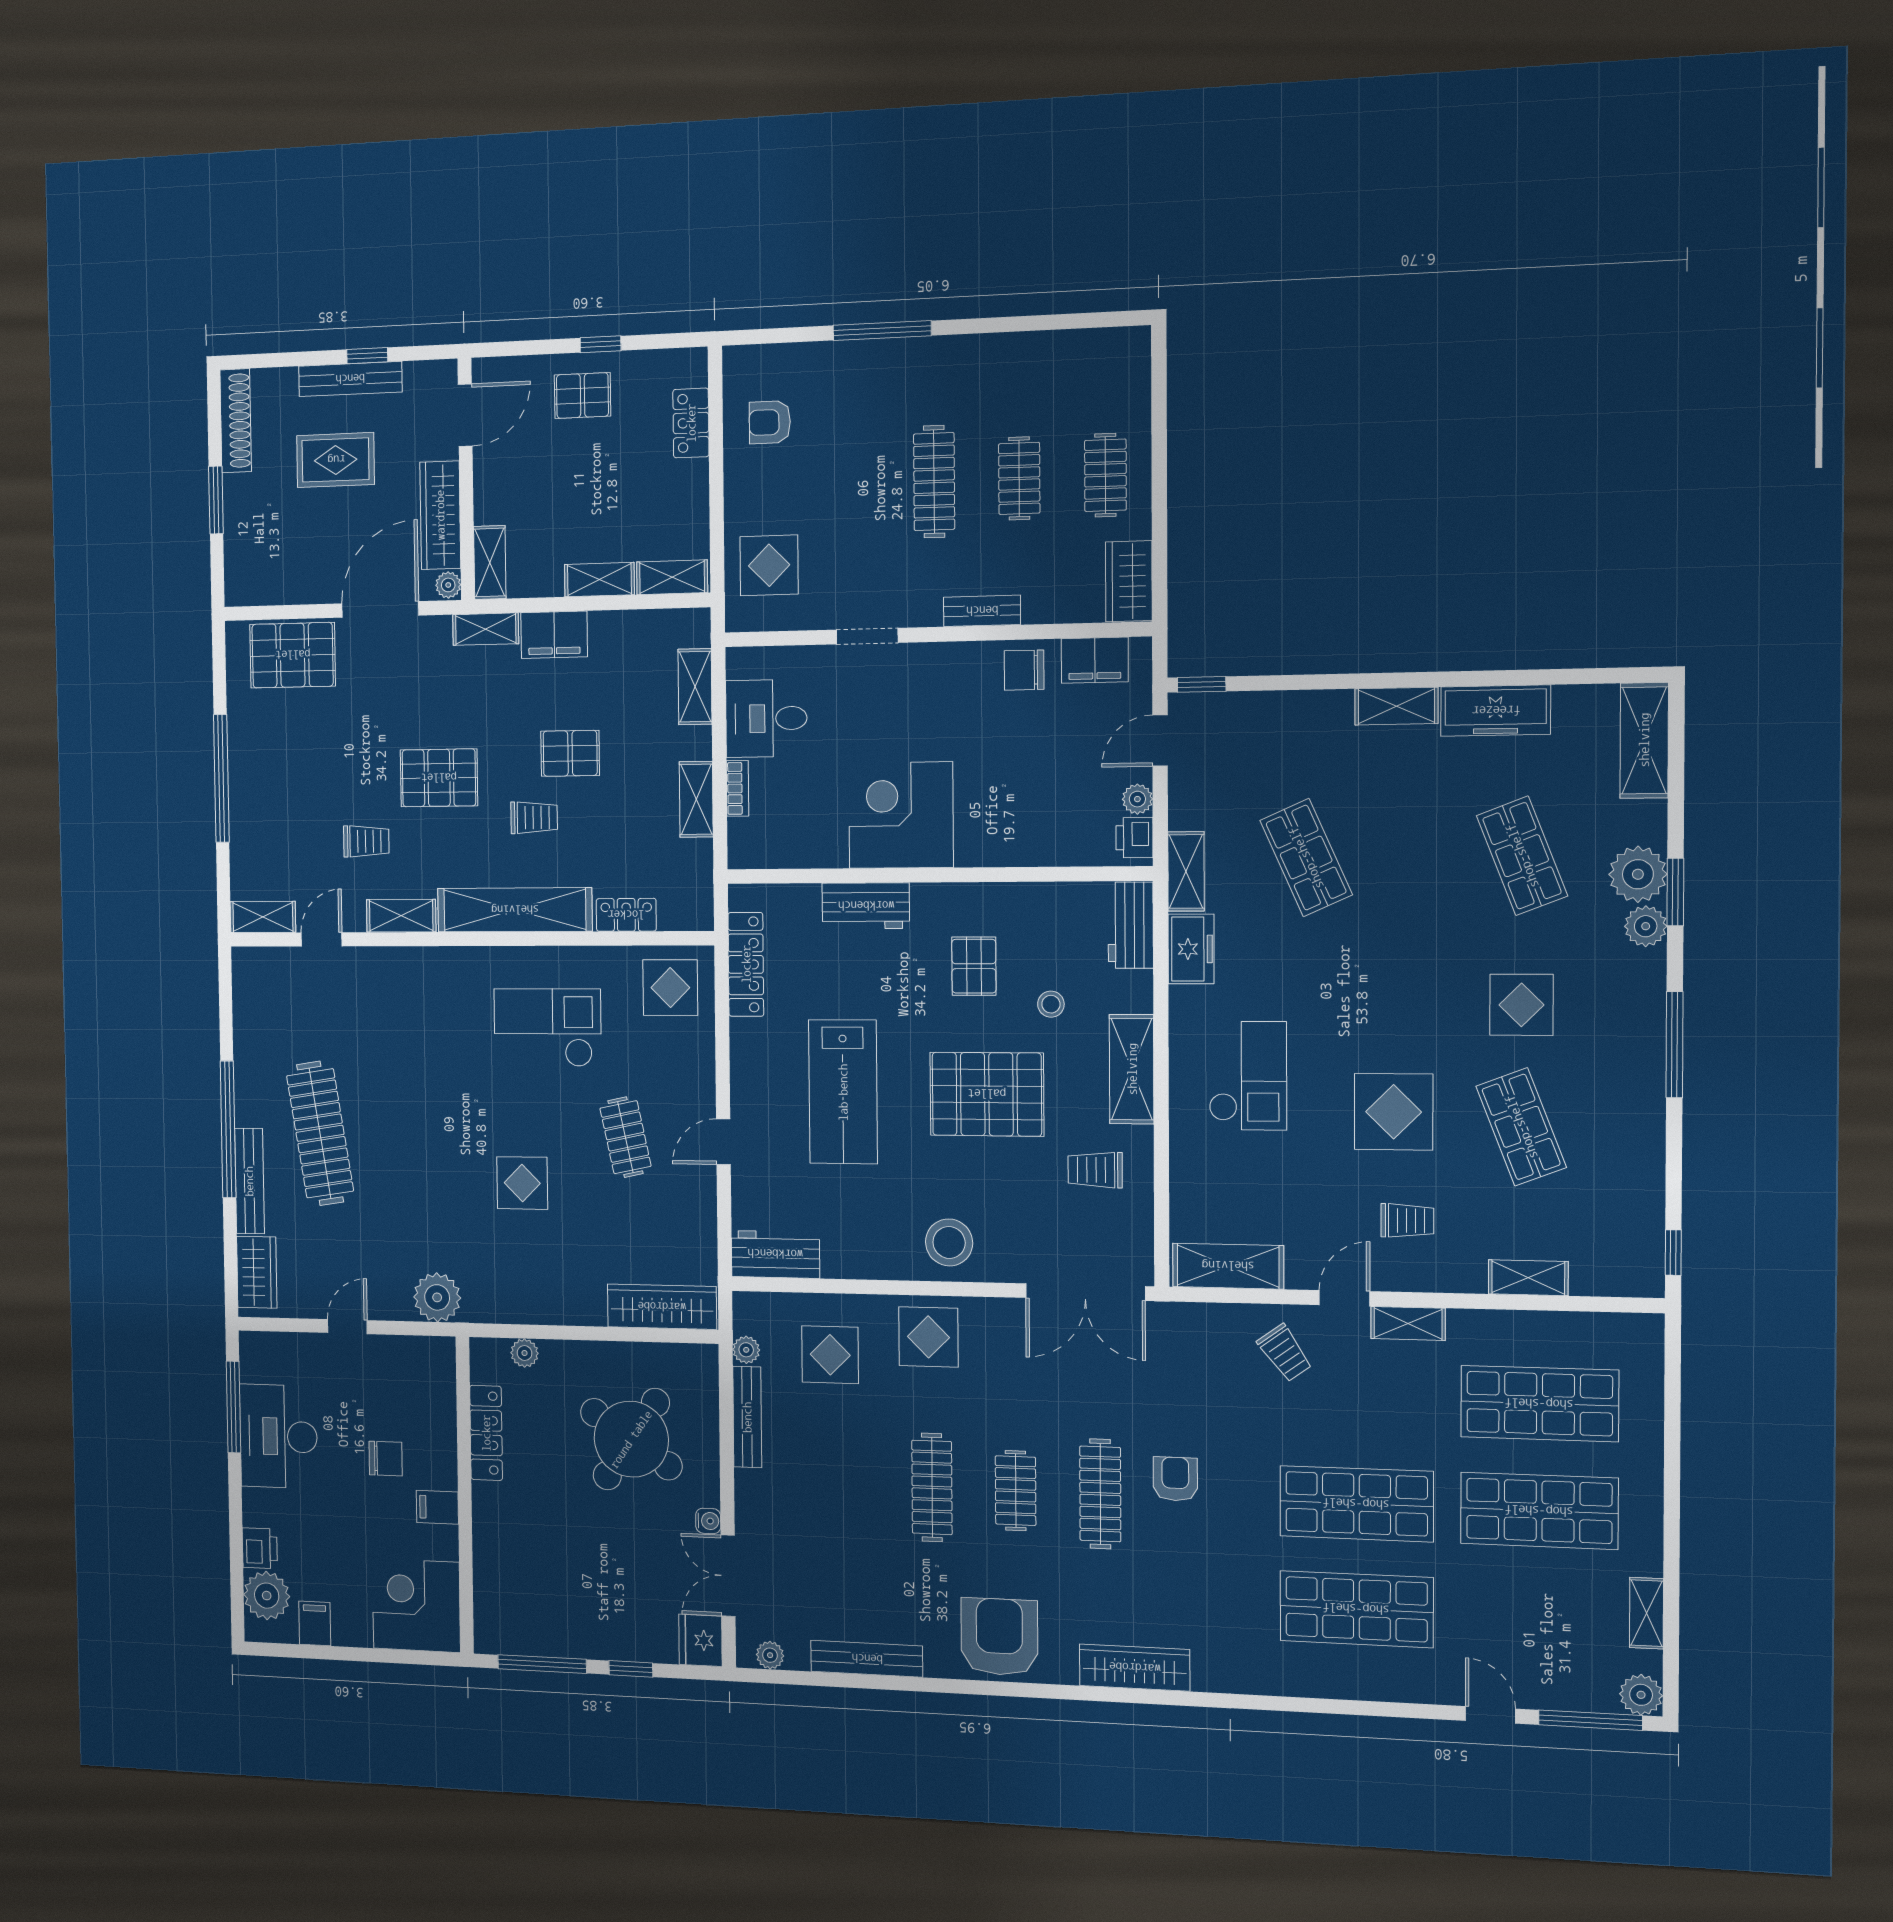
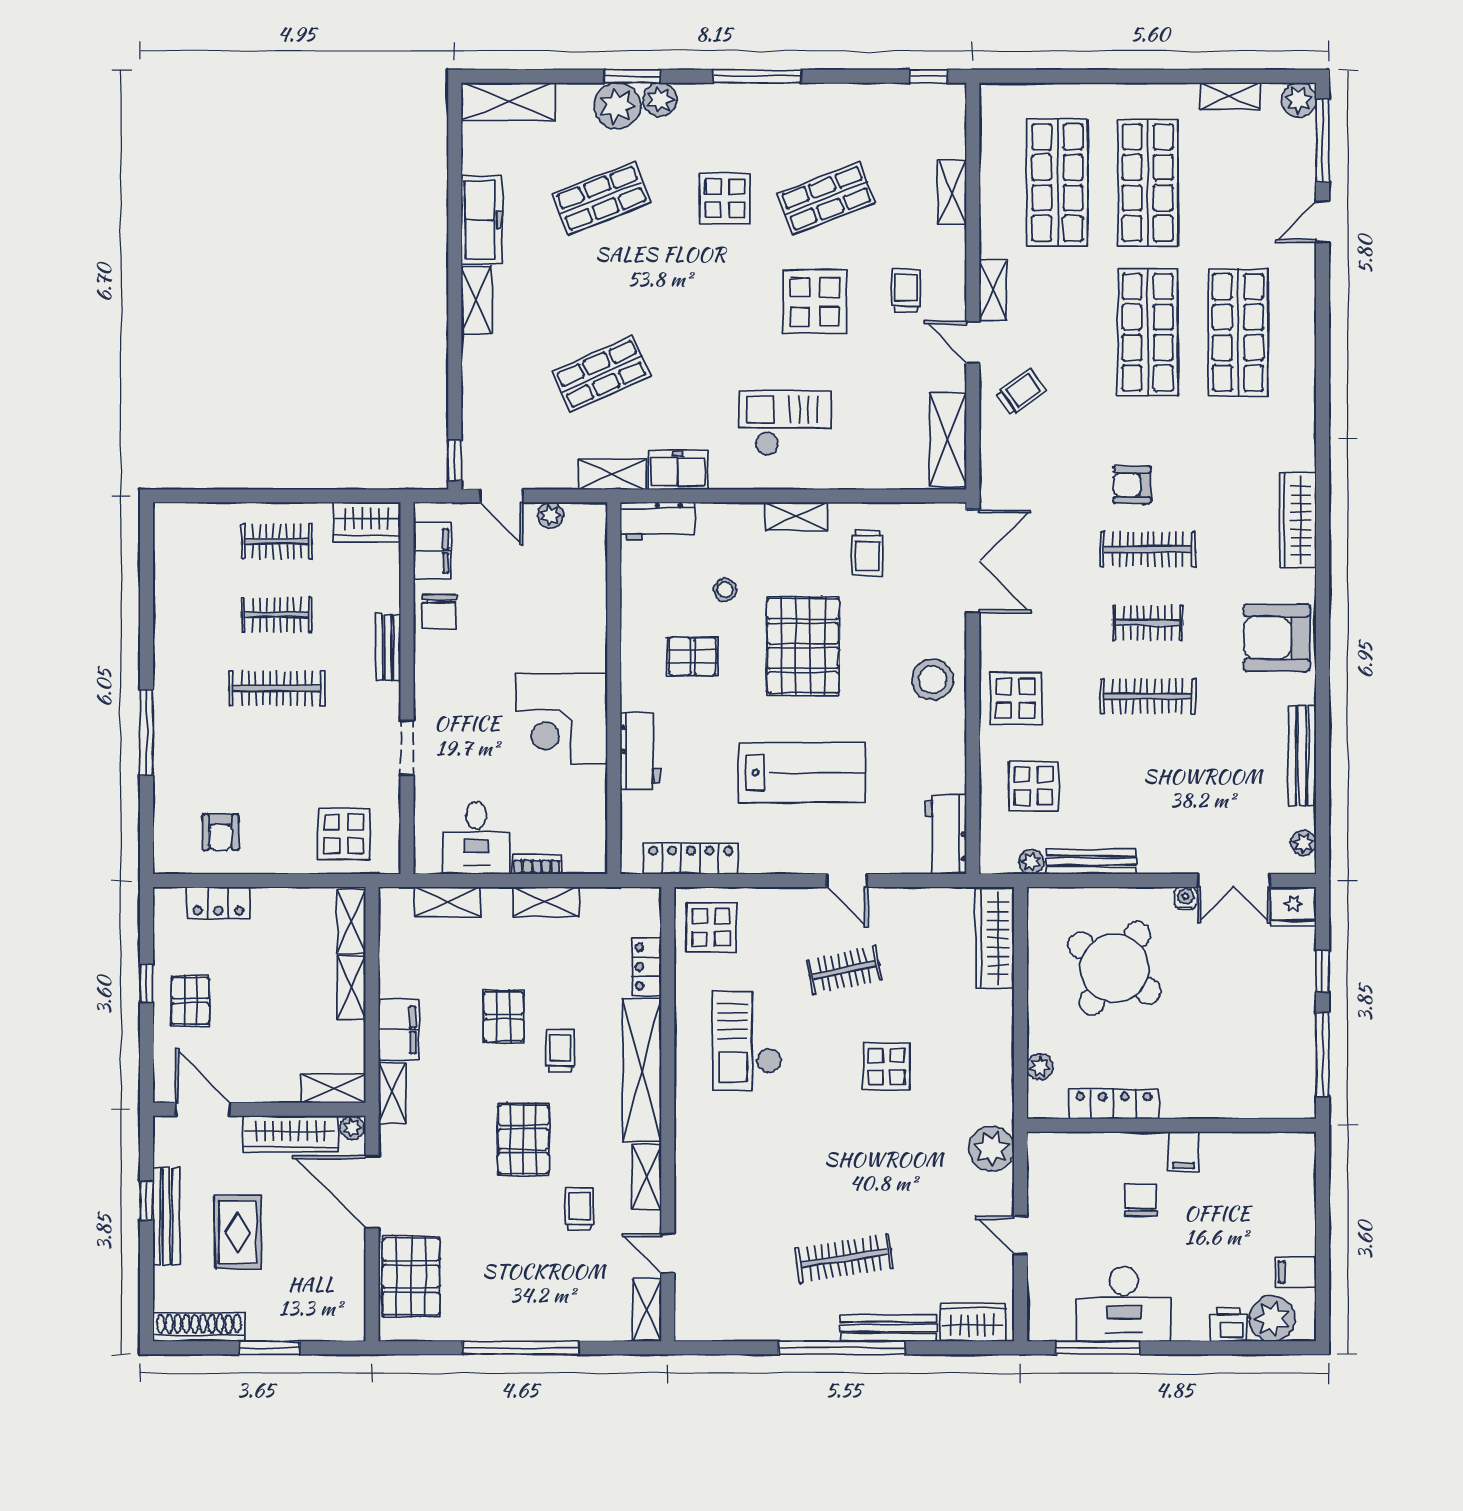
printer: (1134, 838) -> (583, 518), removed
shelving: (1132, 1069) -> (796, 516), width x0.67, depth x0.75
clothes rail: (320, 1133) -> (844, 1258), width x0.73, depth x0.76
corner desk: (416, 1605) -> (1274, 1173), removed

